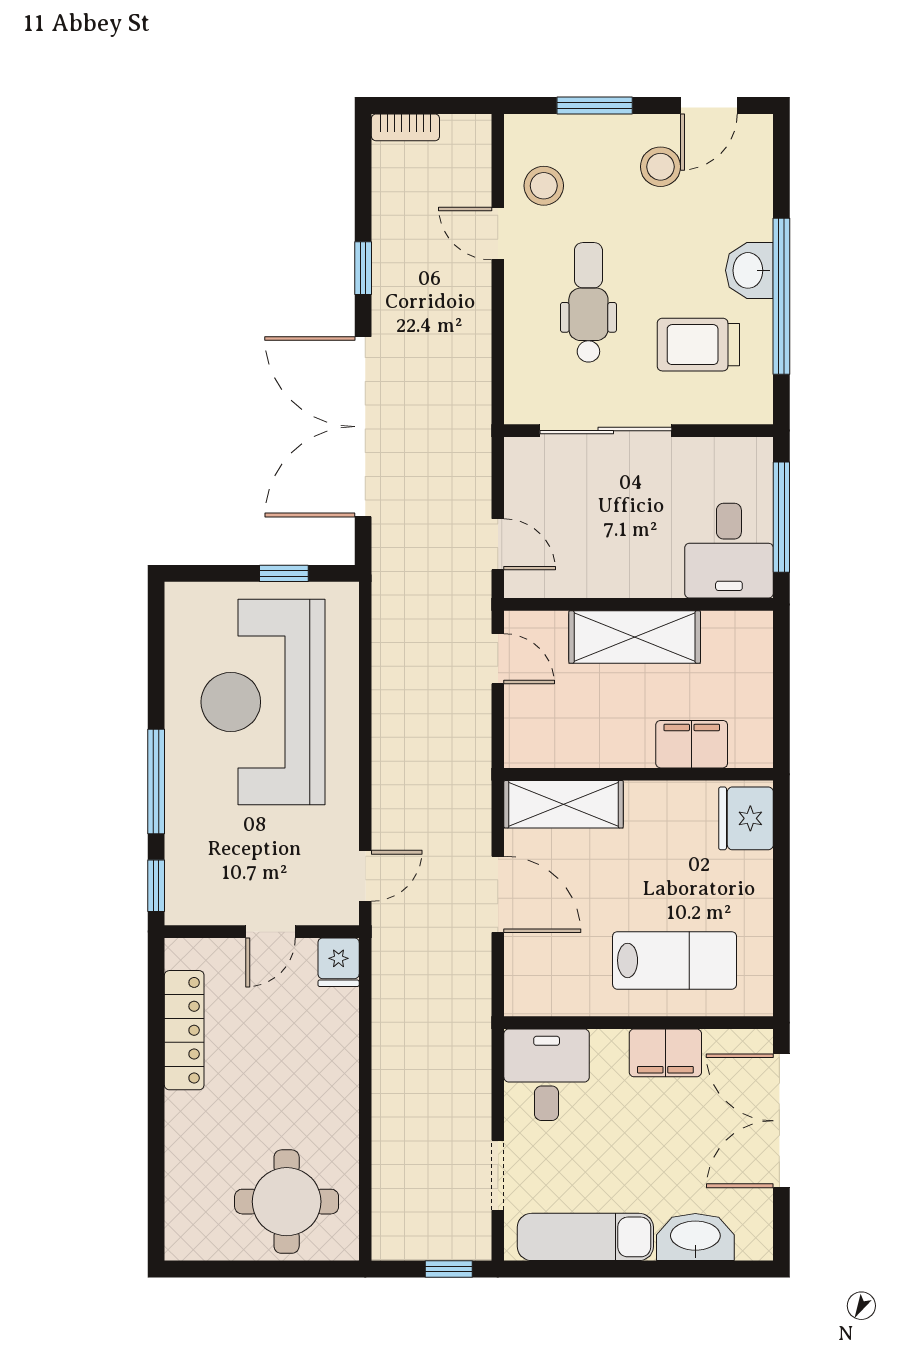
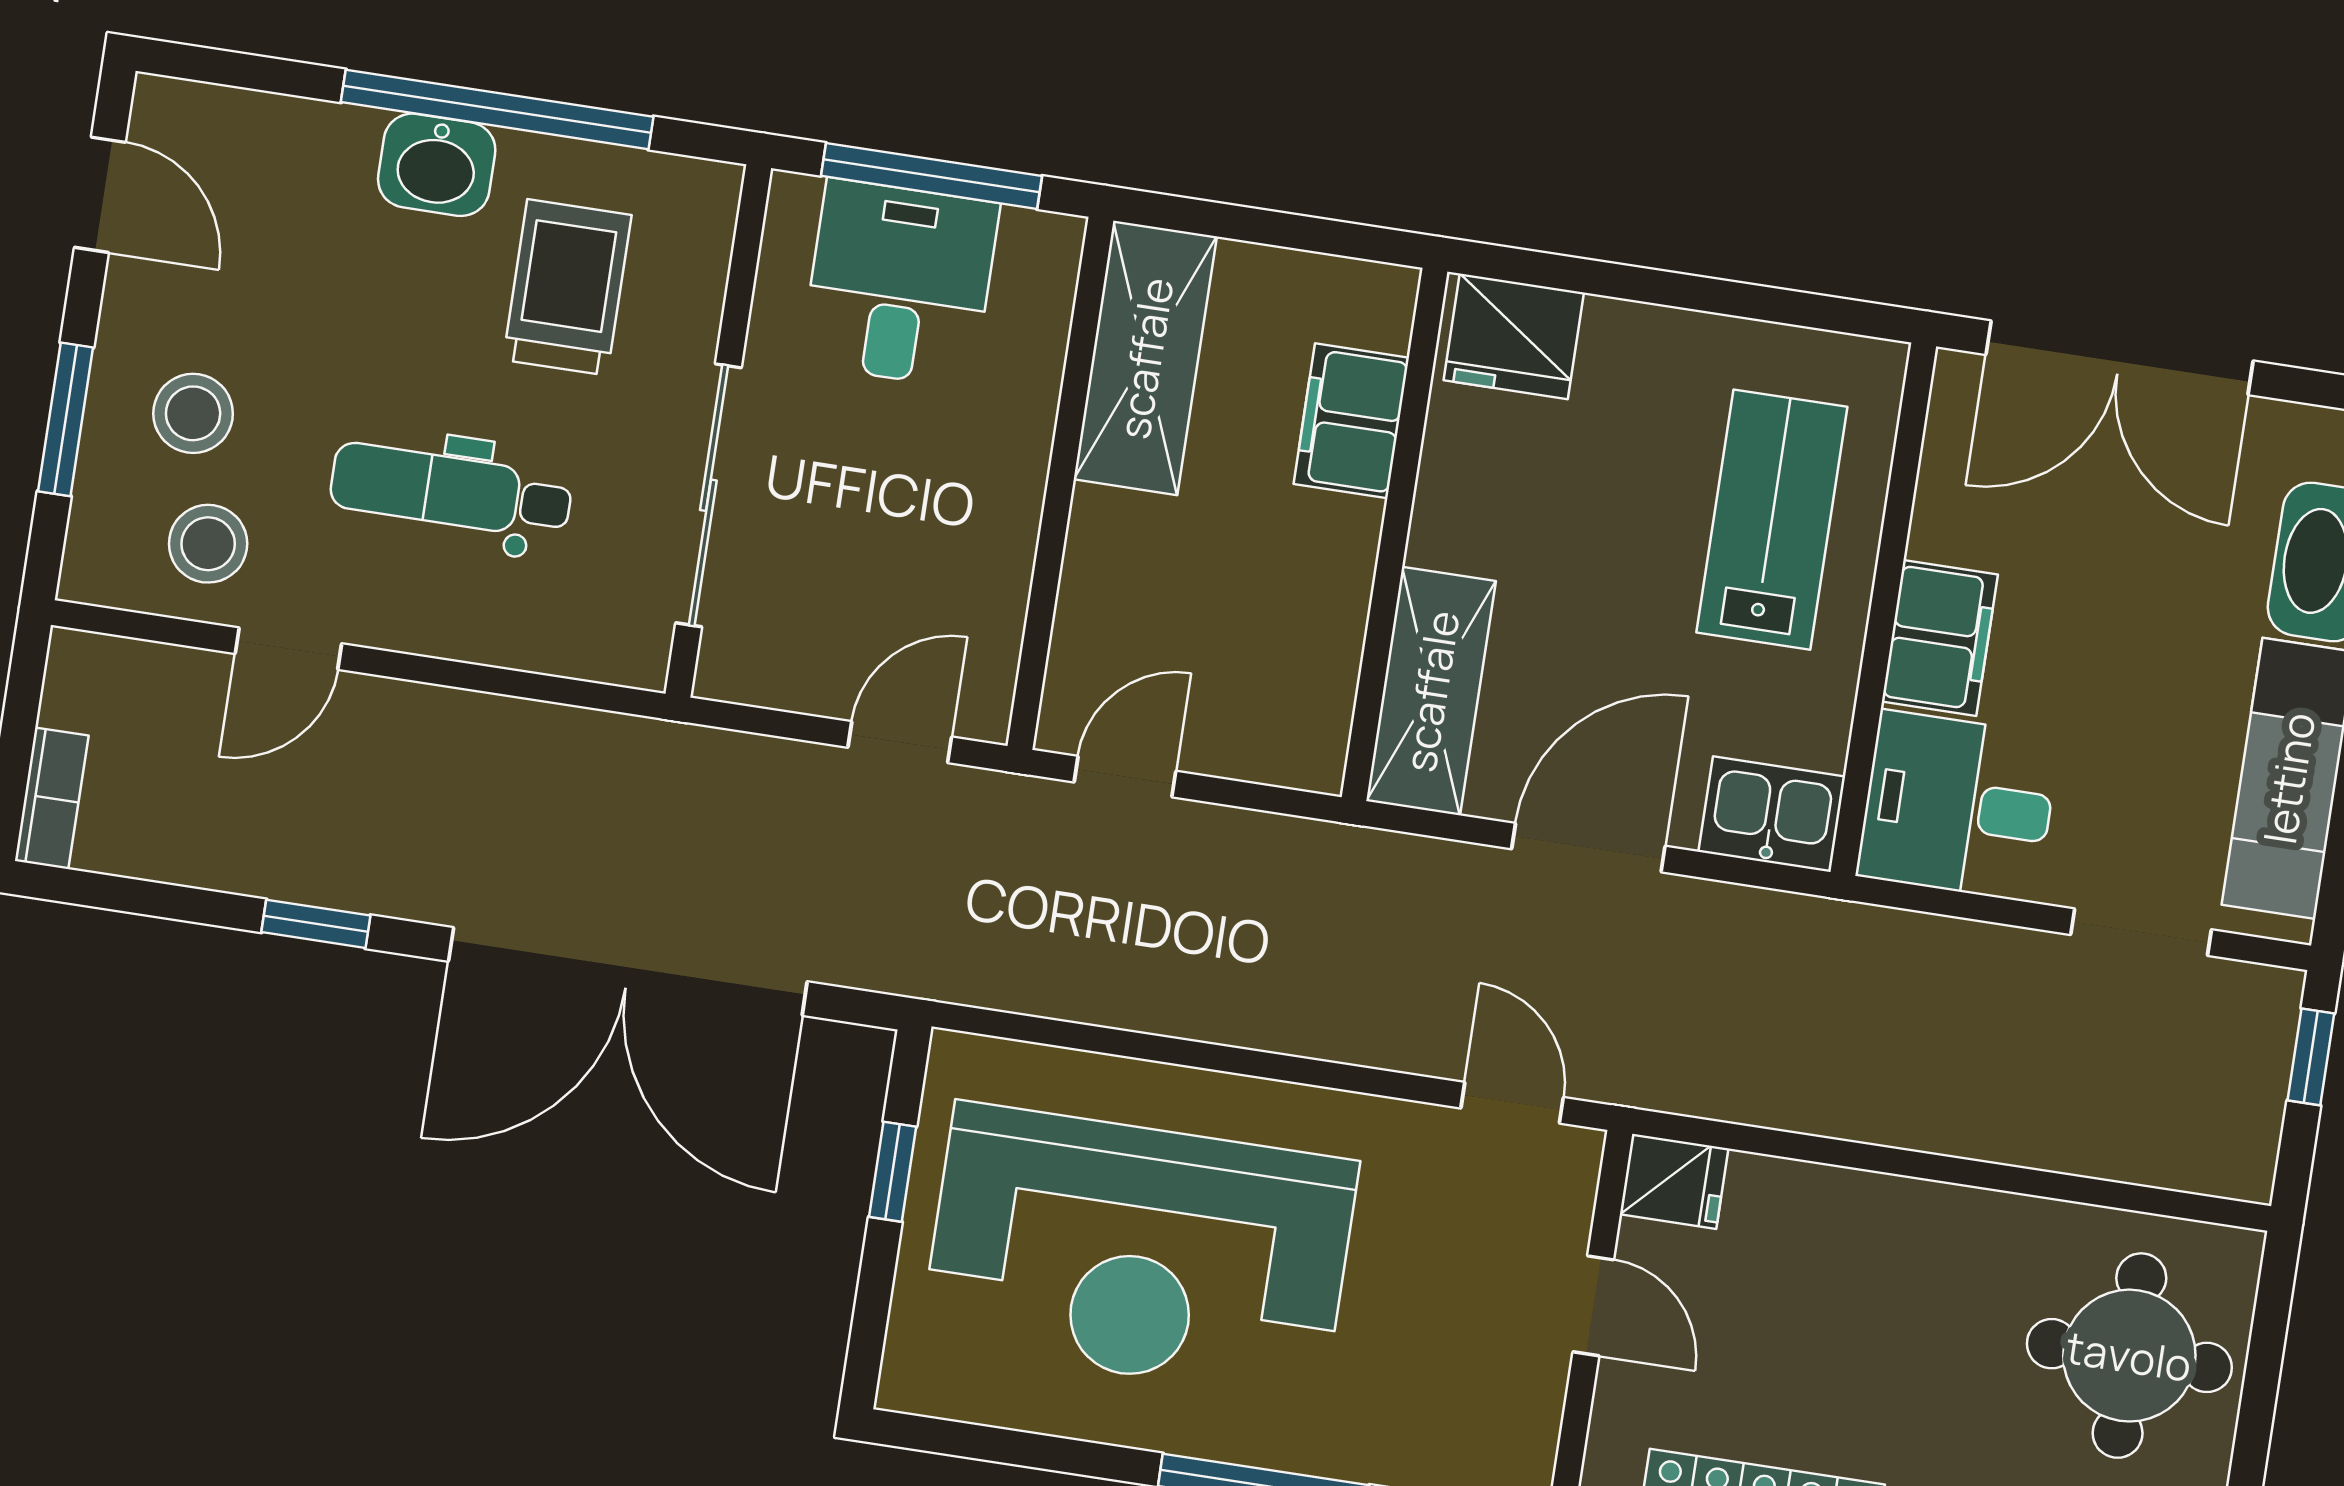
stool: (660, 167) -> (193, 413), moved
trolley: (698, 345) -> (567, 287), turned 180
desk: (729, 551) -> (900, 284), moved, turned -90
shelving: (635, 637) -> (1145, 358), moved
kitchen sink: (528, 983) -> (1772, 814), added
filing cabinet: (665, 1053) -> (1940, 638), moved

